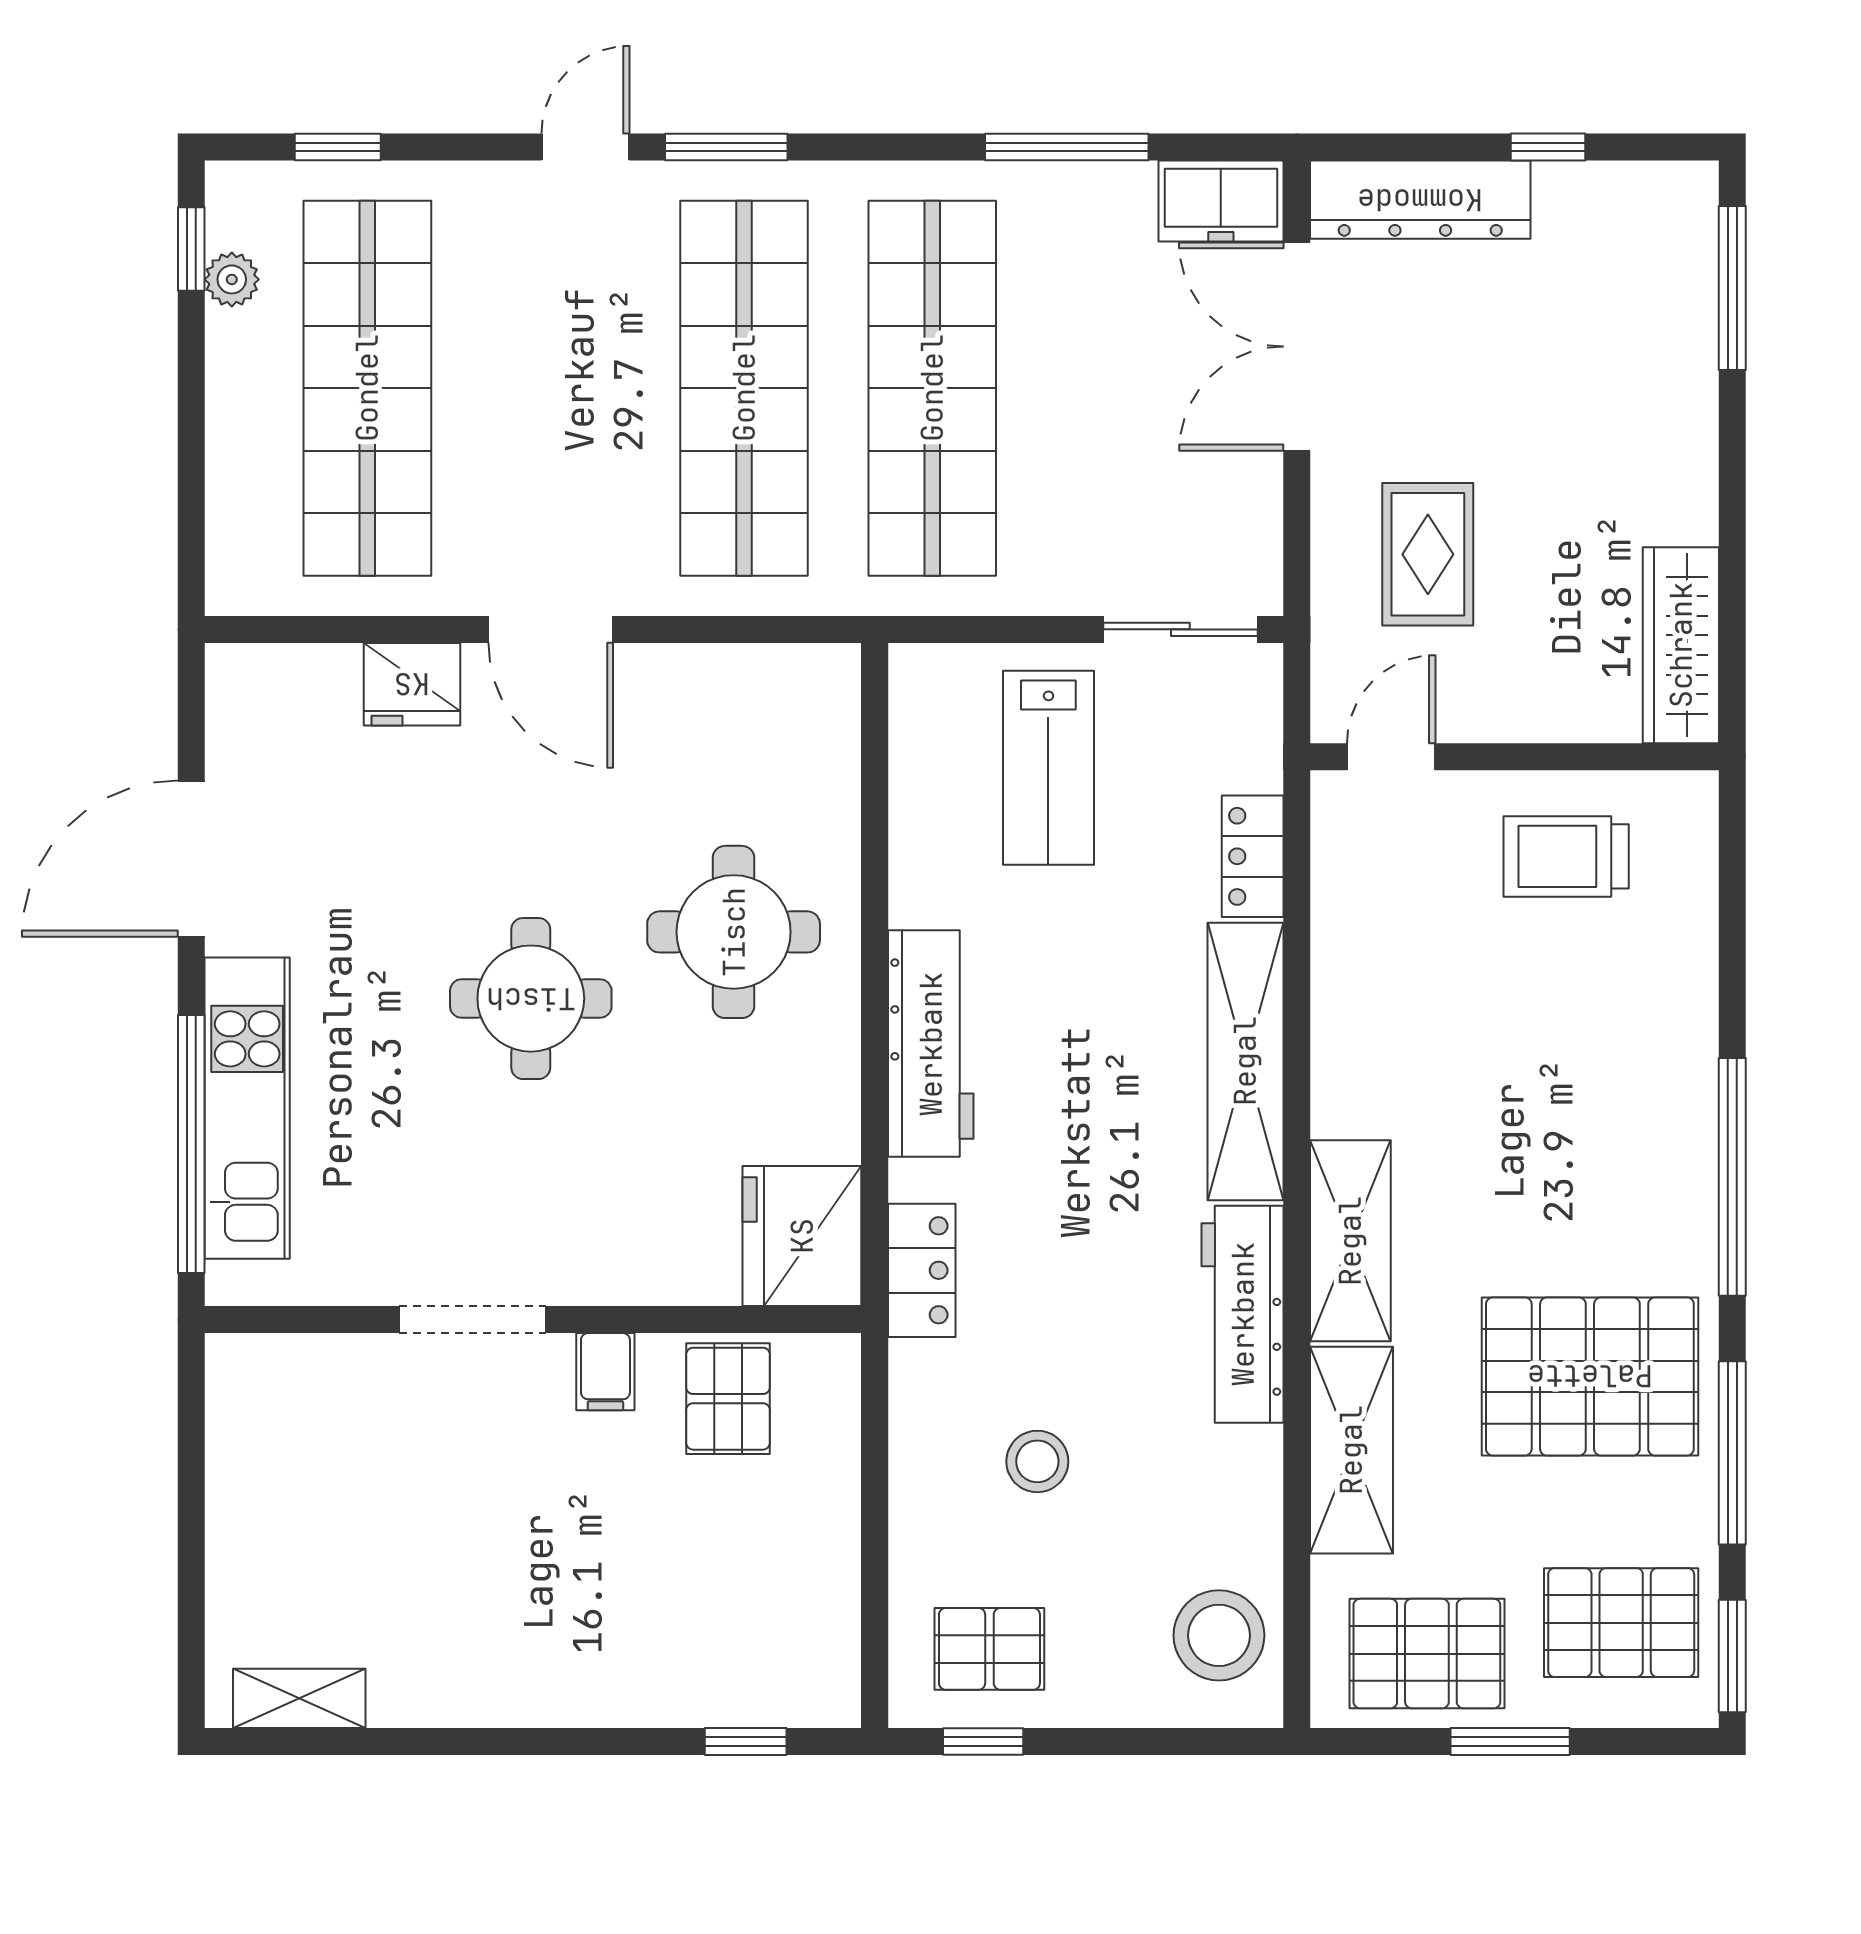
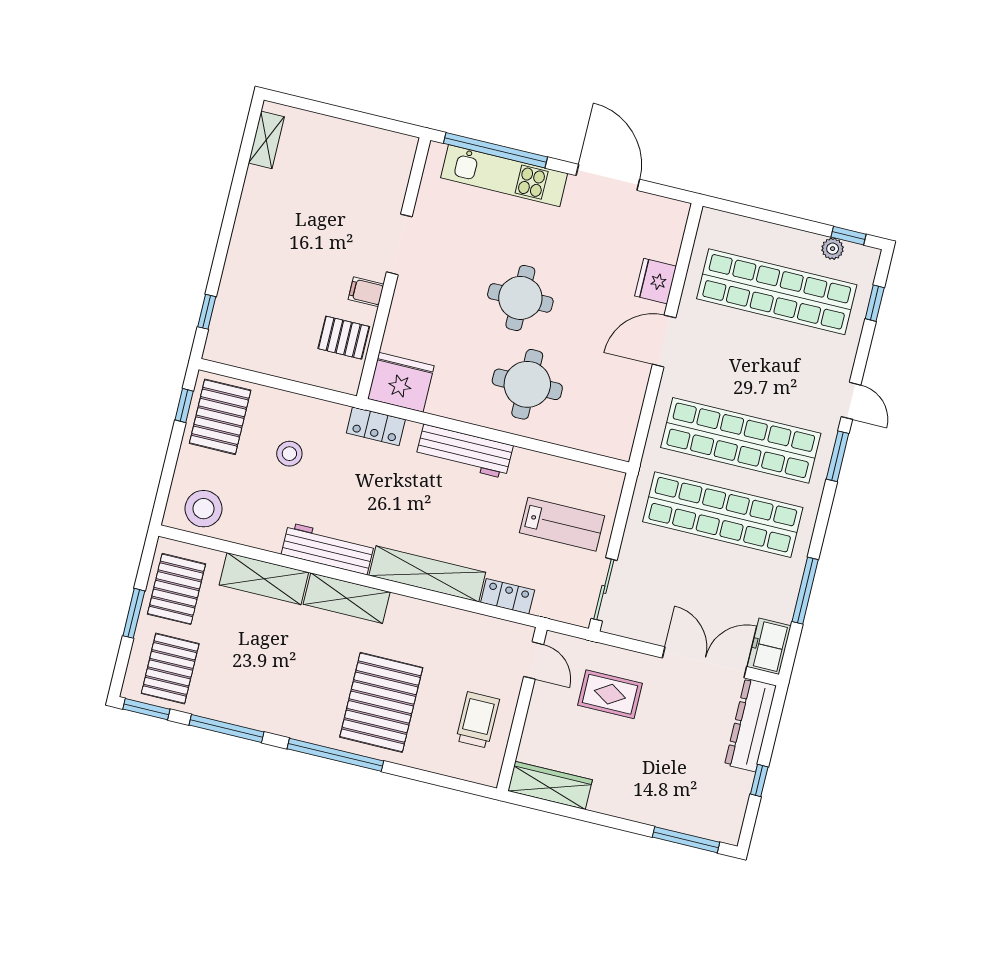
lab bench: (1048, 768) -> (562, 524), turned 180
pallet: (1590, 1376) -> (381, 702), moved
pallet: (989, 1649) -> (220, 417), width x1.50, depth x1.42

